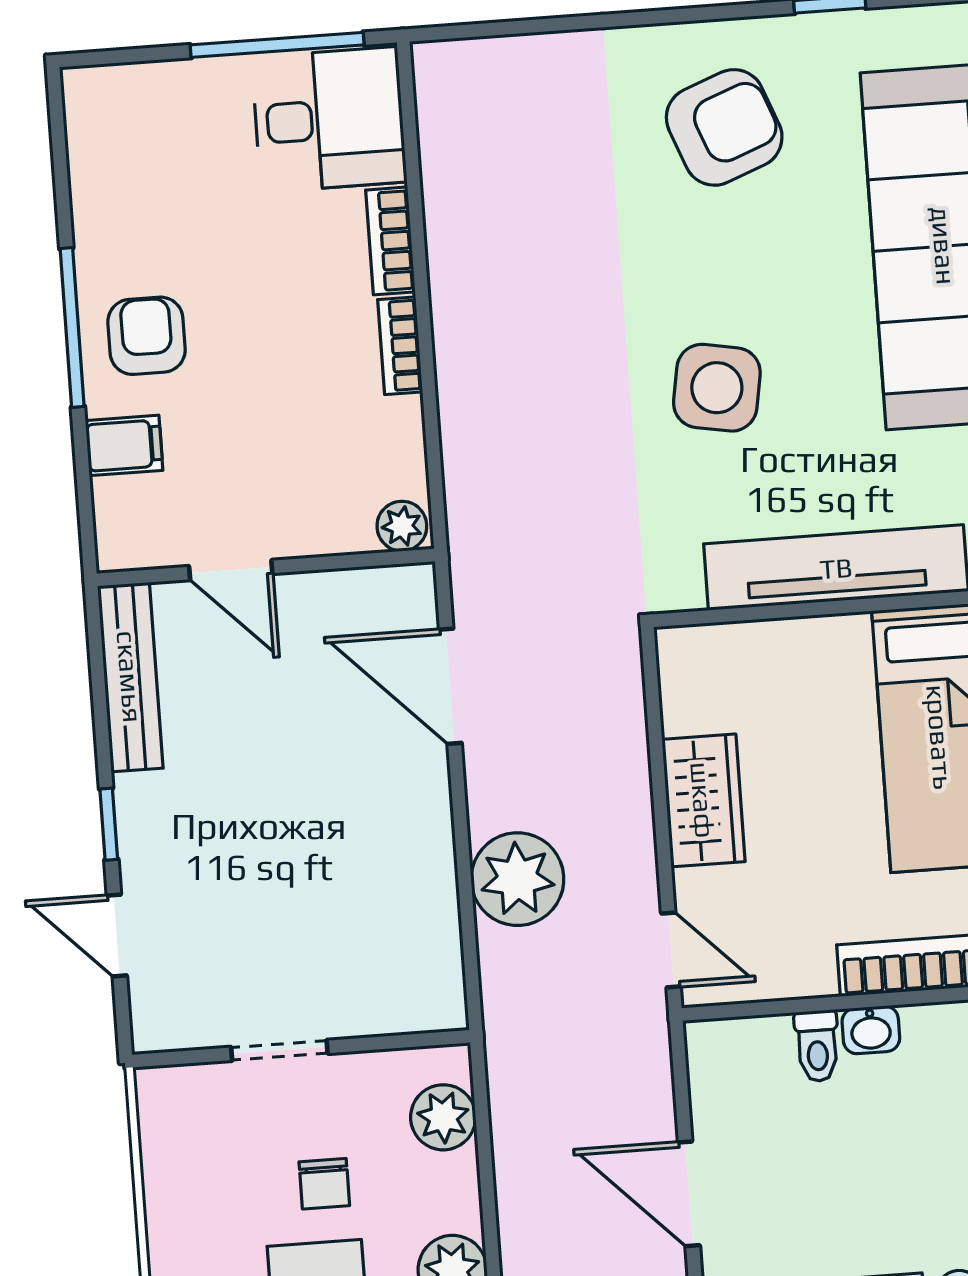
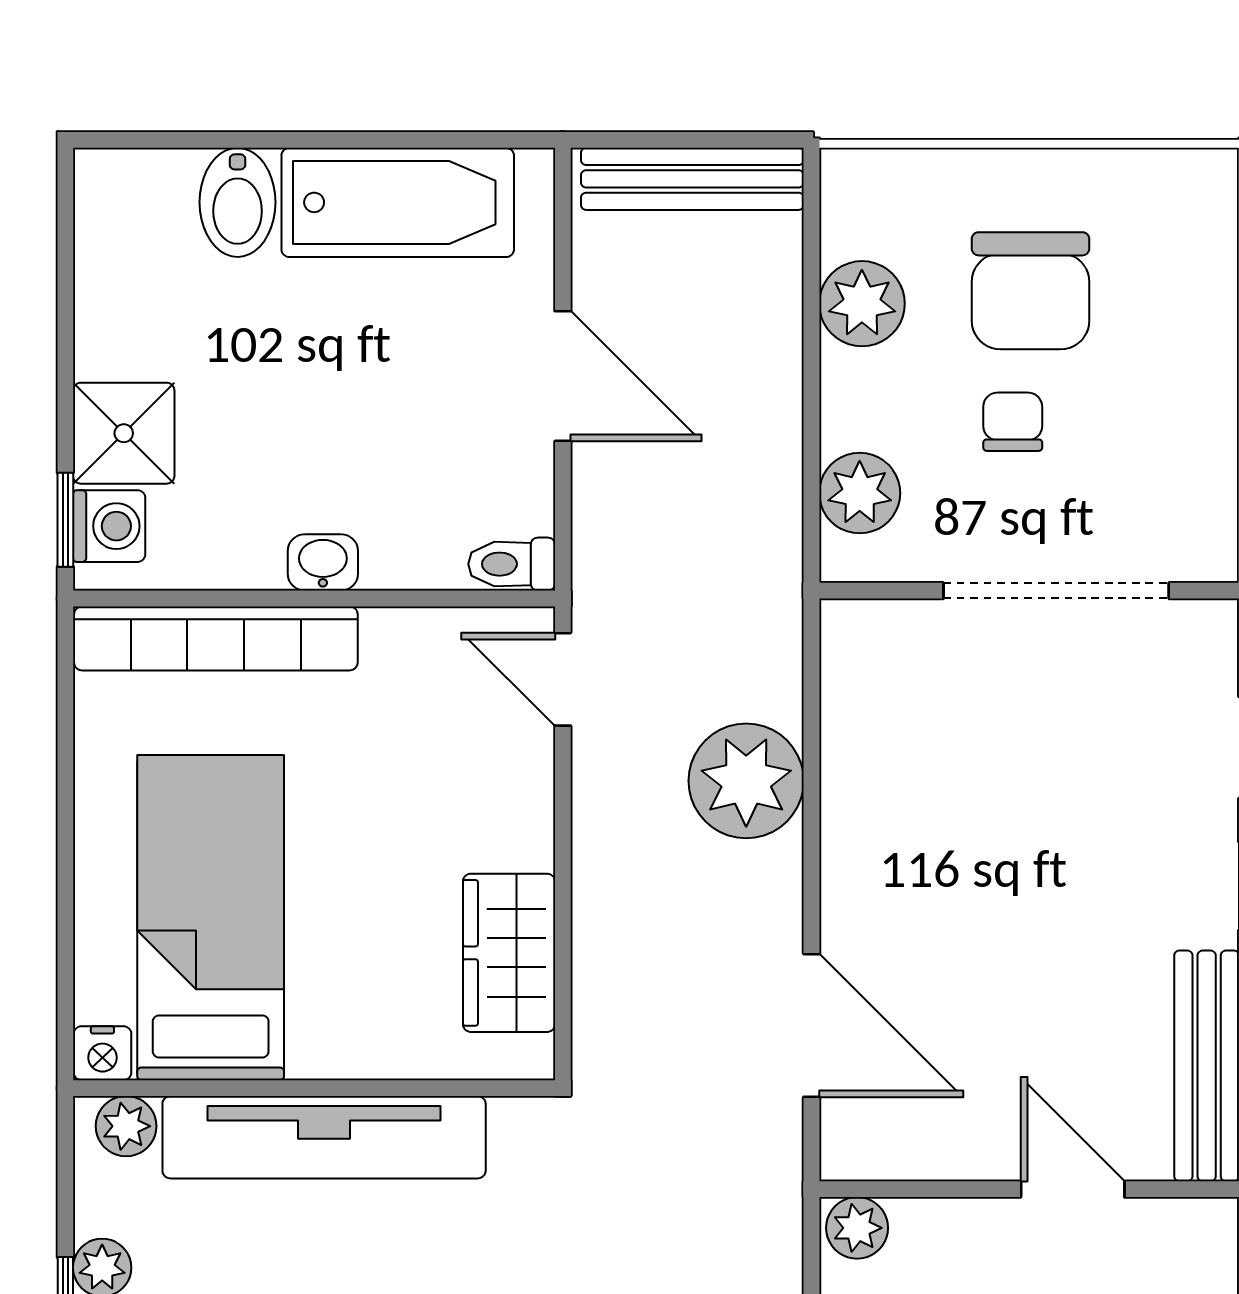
wardrobe: (703, 800) -> (509, 953), moved
toilet: (817, 1046) -> (512, 564), moved, turned -90
doorway: (279, 1050) -> (1056, 591), width x1.87

